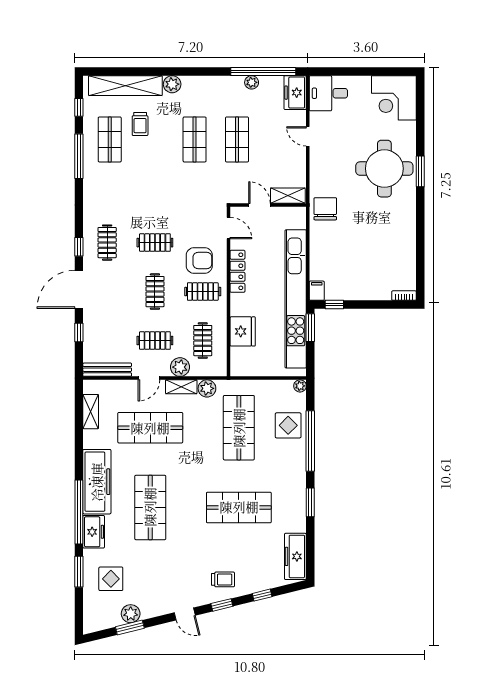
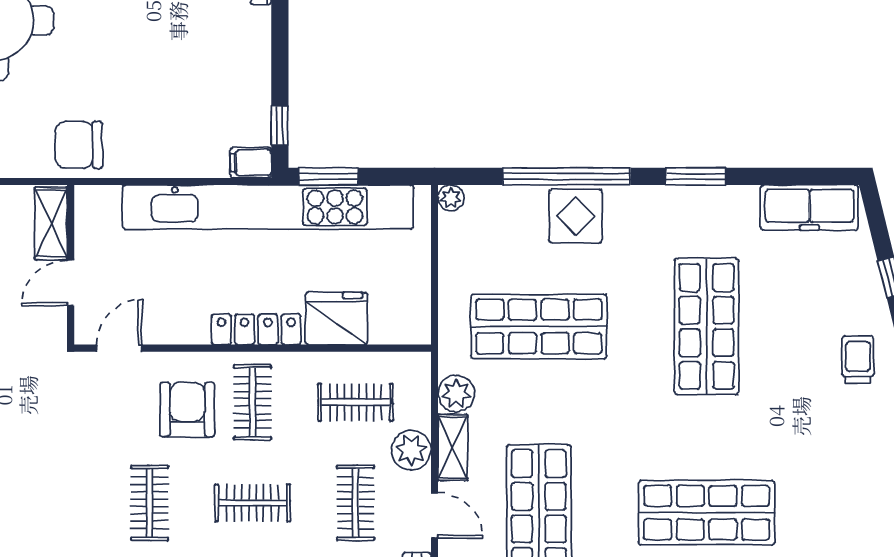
locker: (237, 271) -> (256, 329), moved
display table: (288, 425) -> (576, 216), moved

